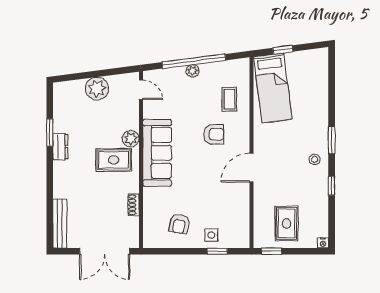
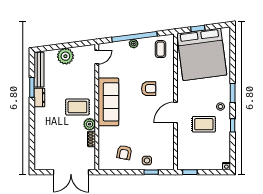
bed: (273, 88) -> (202, 54), width x2.04
door: (141, 90) -> (97, 57), hinge flipped
coffee table: (229, 99) -> (161, 49), moved
plant: (131, 139) -> (90, 124), moved
rug: (287, 223) -> (204, 124), moved, turned 90
bench: (60, 224) -> (39, 70), moved

